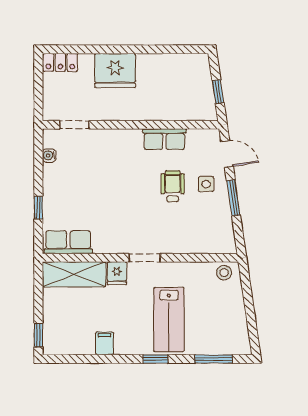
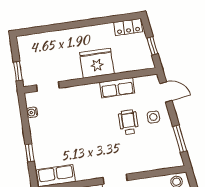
locker: (60, 62) -> (128, 27), moved
fridge: (115, 71) -> (97, 63), moved, turned 180
window: (38, 99) -> (18, 71), added
window: (233, 198) -> (180, 139), moved

